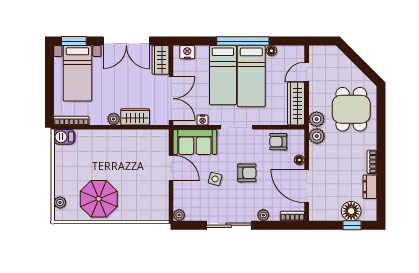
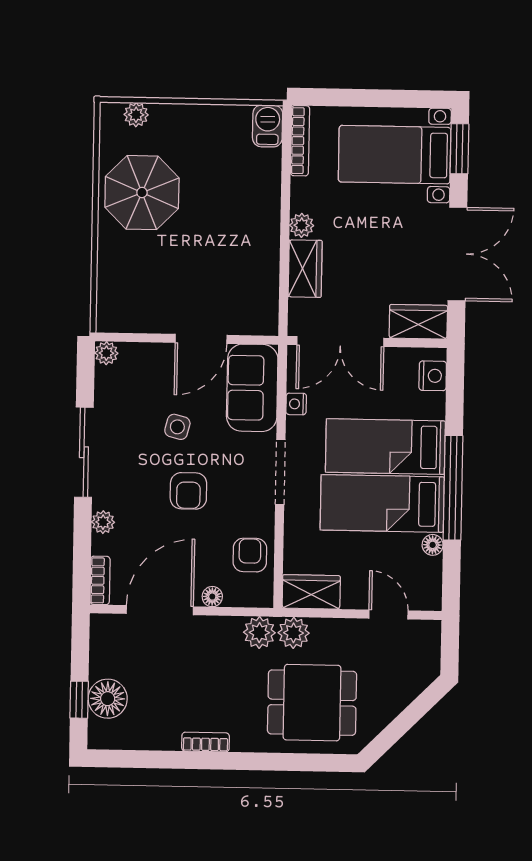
double door: (126, 41) -> (457, 254), swing flipped
wardrobe: (296, 104) -> (311, 592), width x0.67
dresser: (370, 187) -> (156, 737), removed

